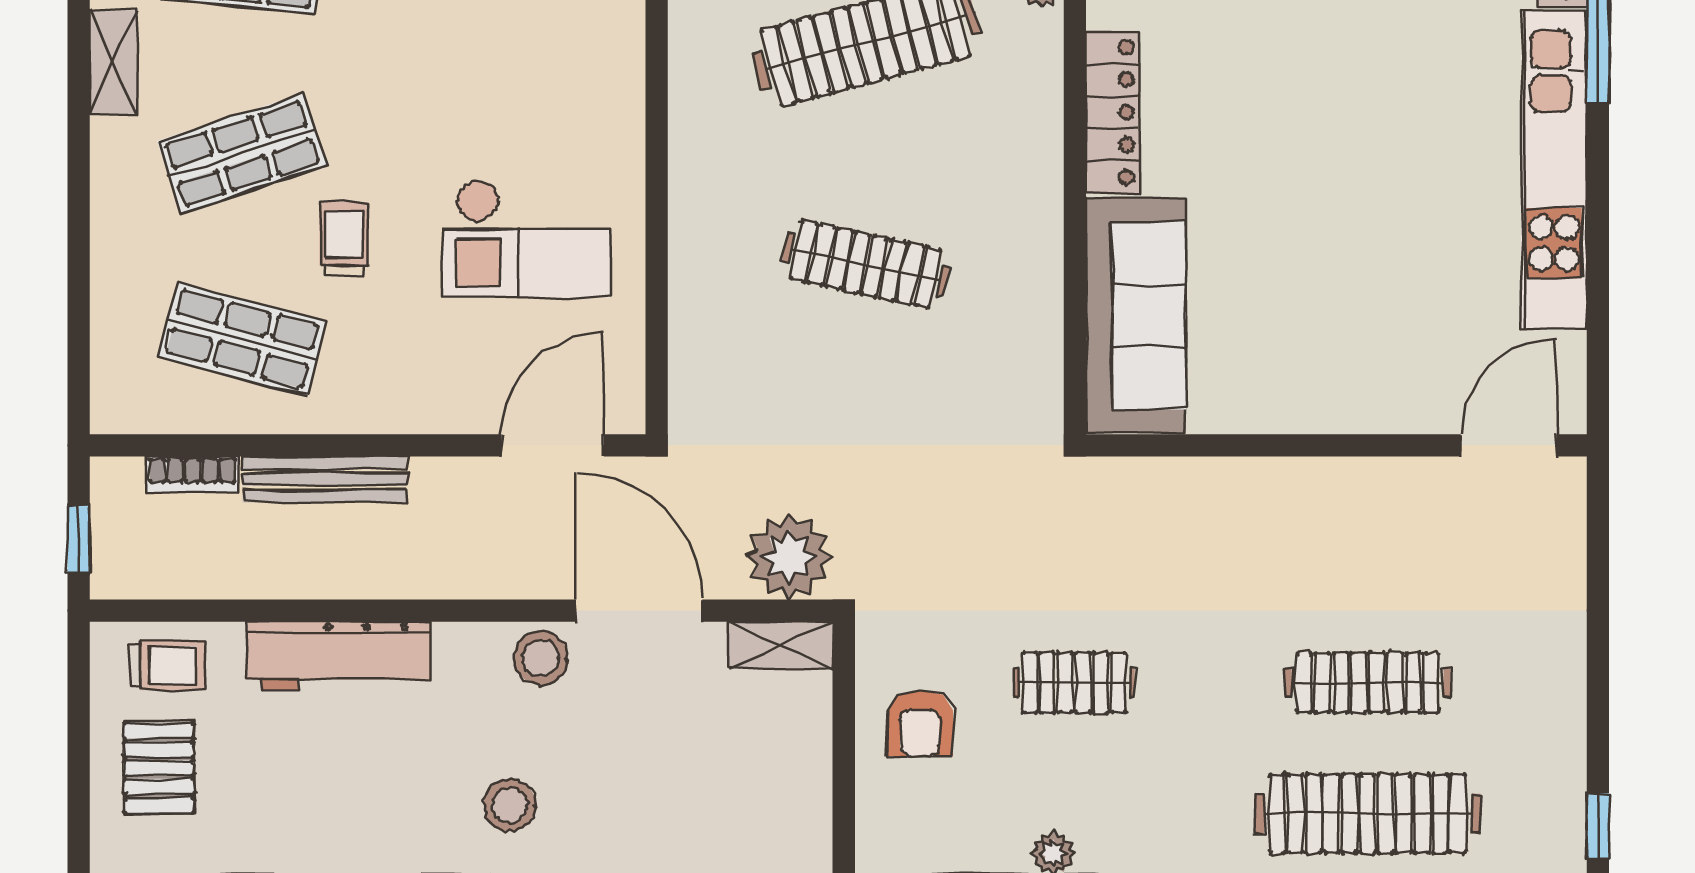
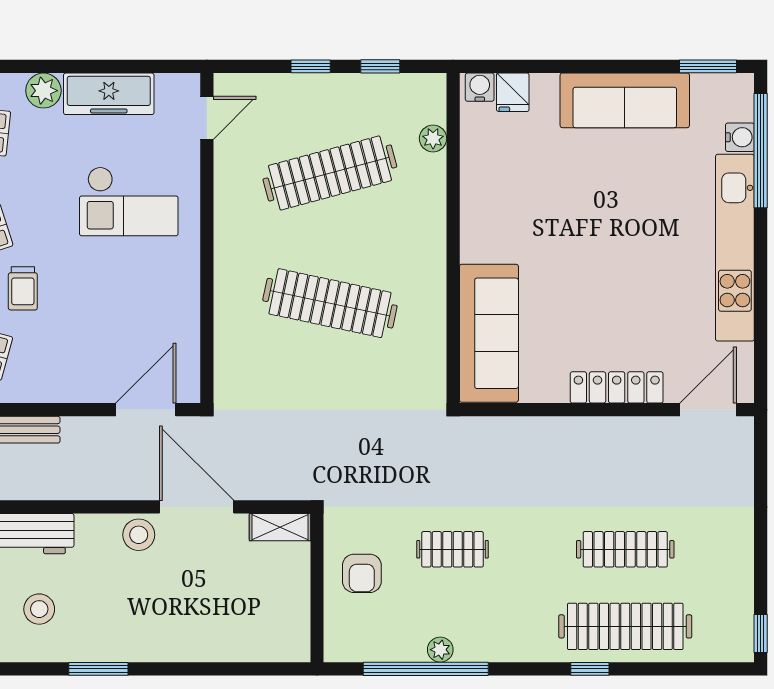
locker: (1113, 112) -> (617, 387), moved, turned -90
trolley: (344, 239) -> (23, 288), turned 180
checkout: (526, 239) -> (129, 201), moved
clothes rail: (866, 264) -> (330, 303), width x1.37, depth x1.31
plant: (789, 557) -> (285, 475), removed
stool: (510, 805) -> (39, 609), moved

